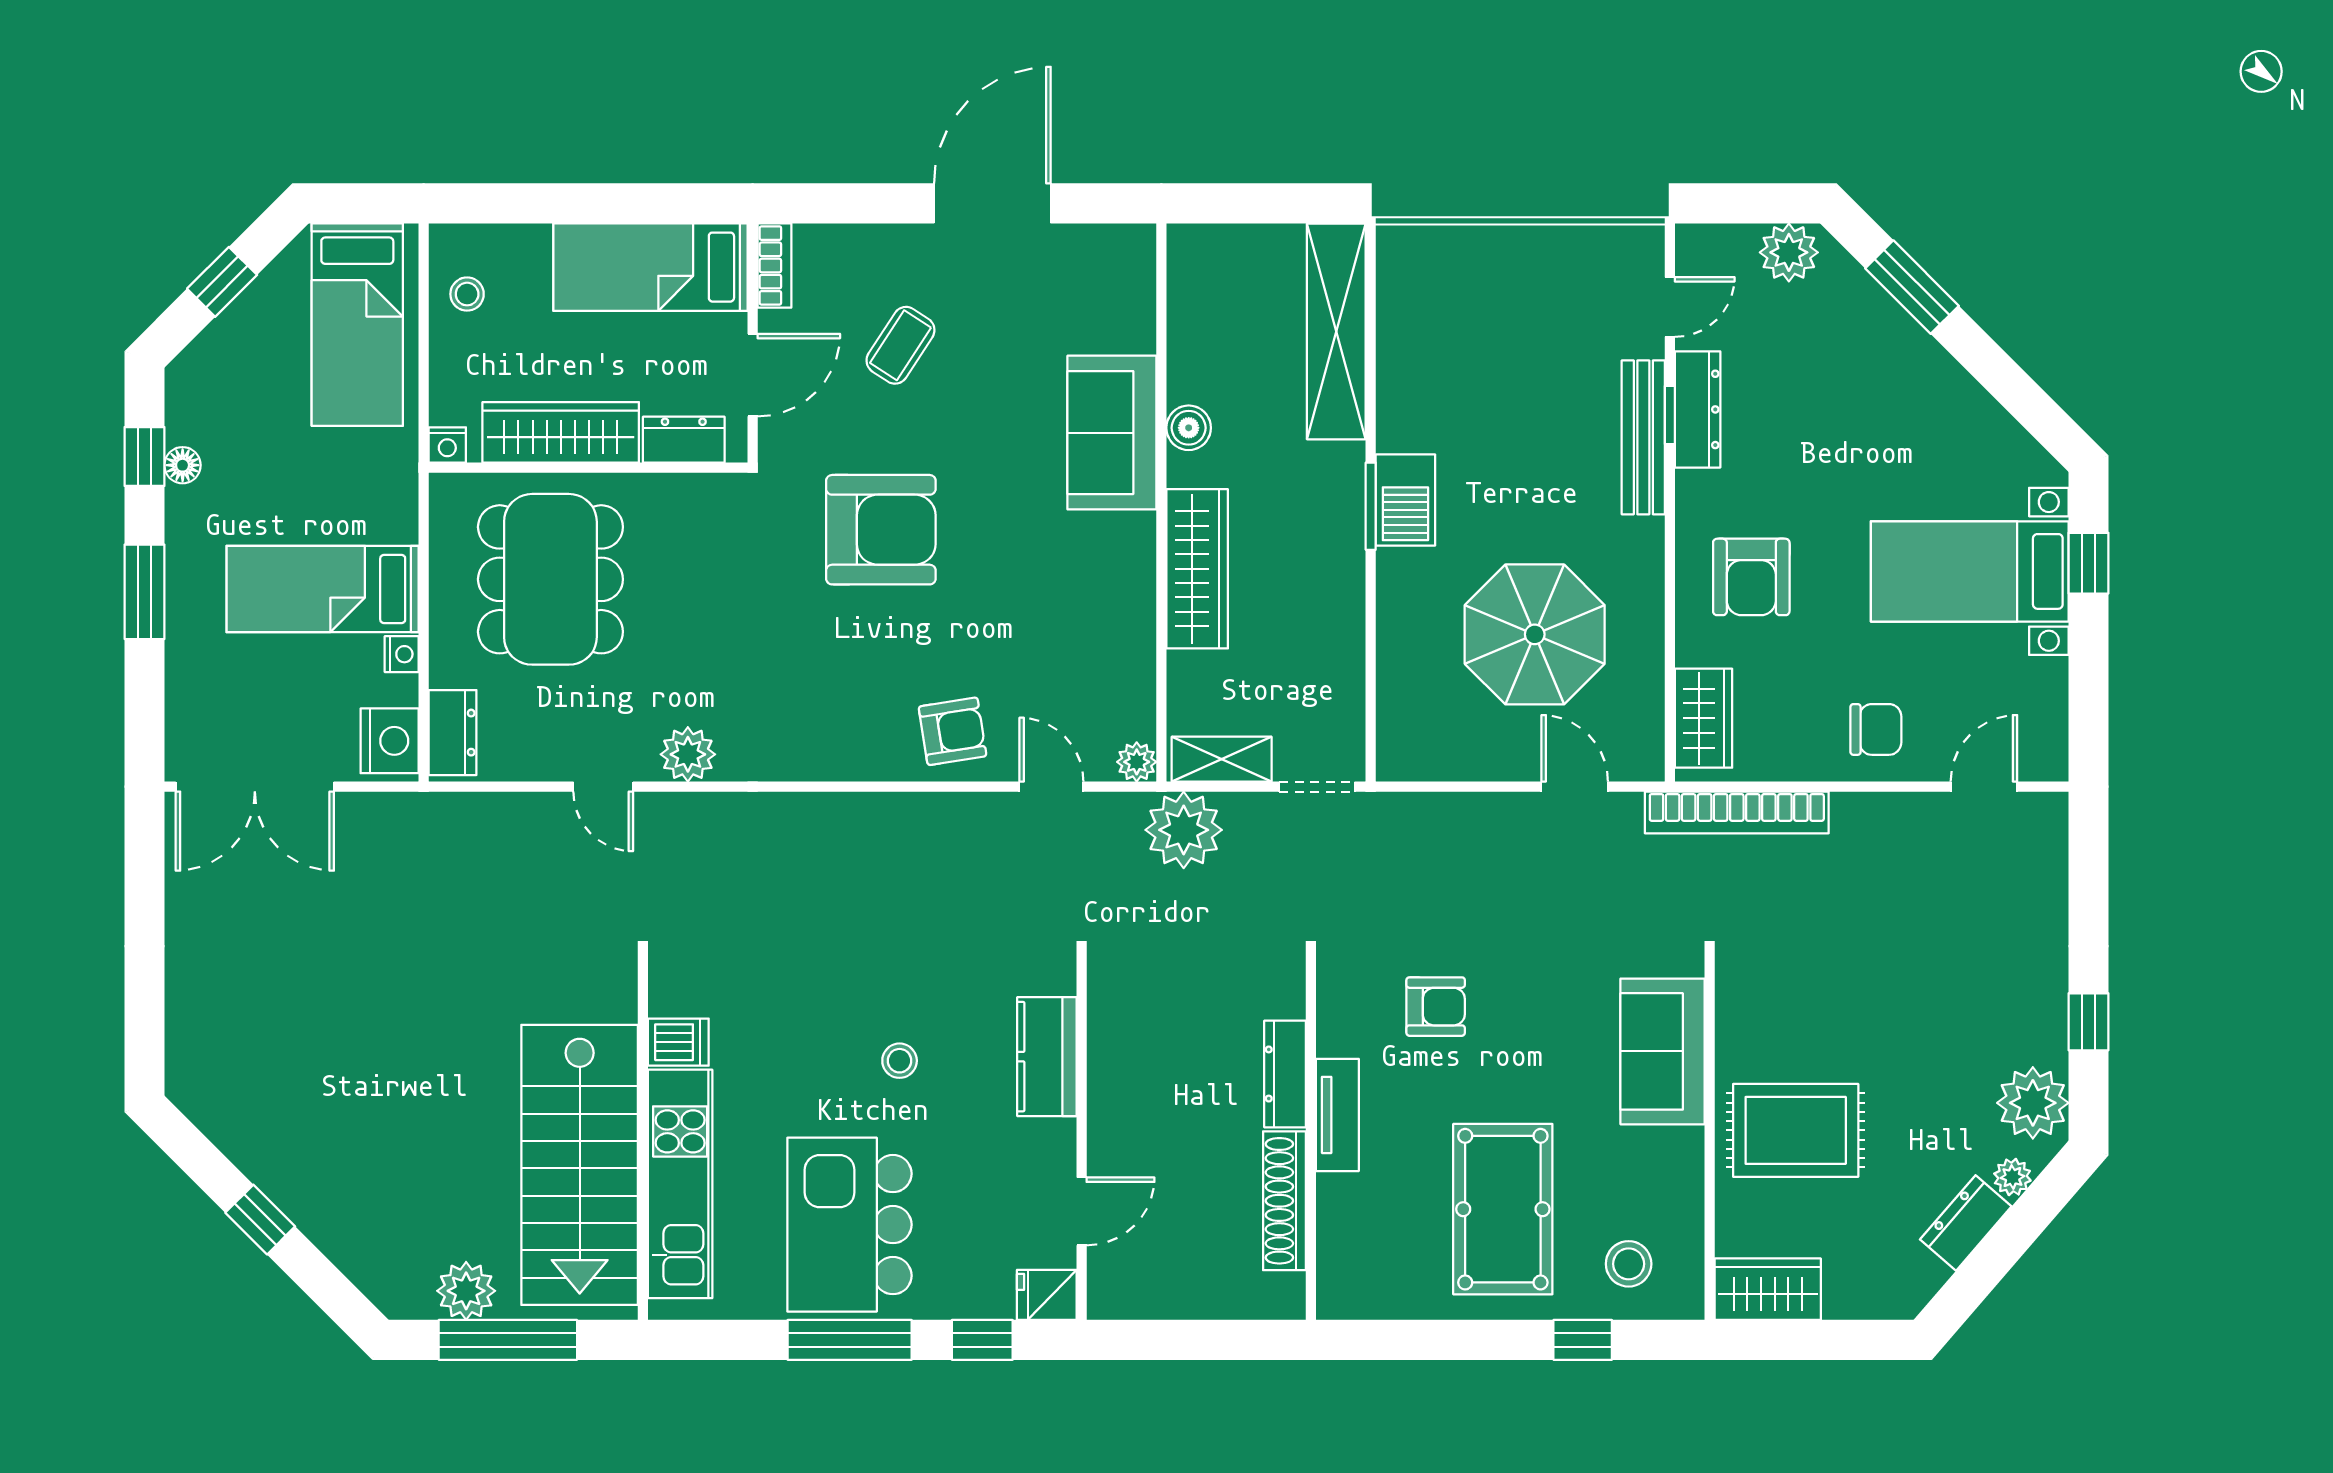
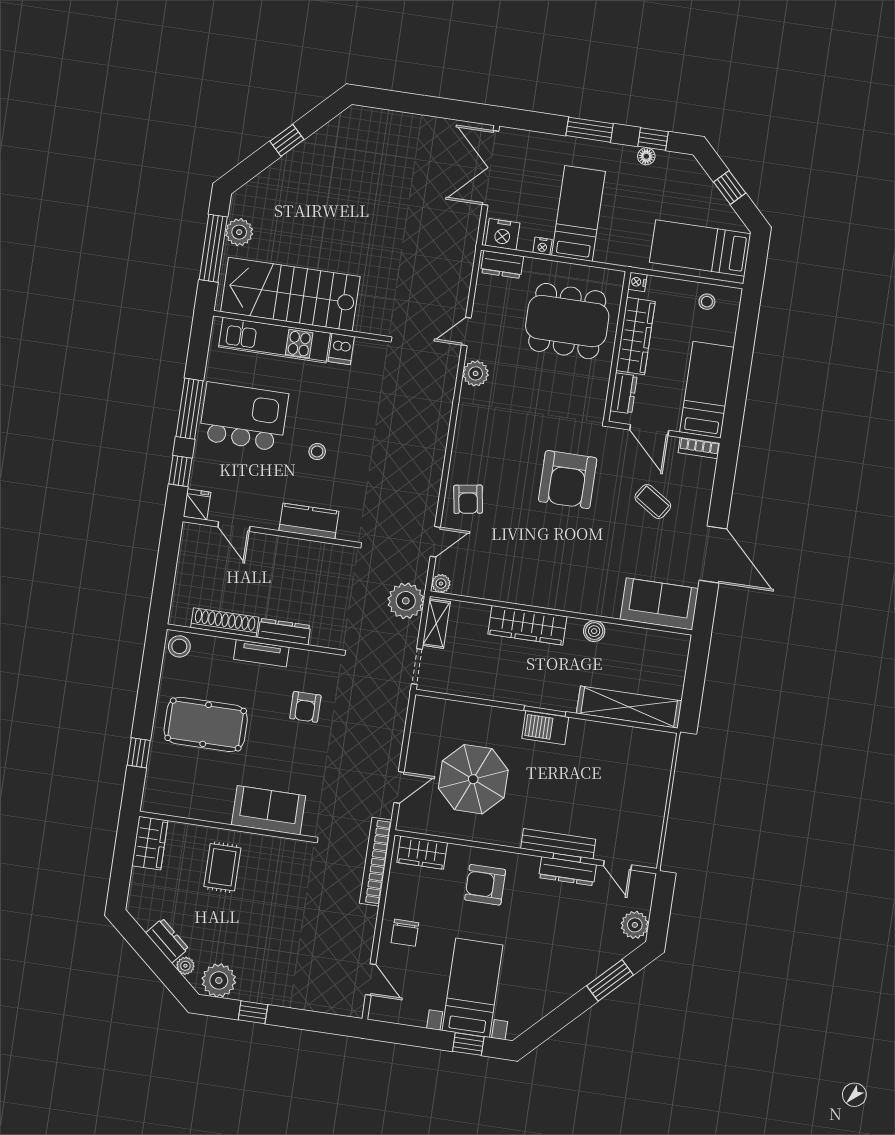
sofa: (1112, 433) -> (659, 604), moved
rug: (1796, 1130) -> (222, 867), width x0.73, depth x0.70
stool: (1629, 1264) -> (179, 646), moved

